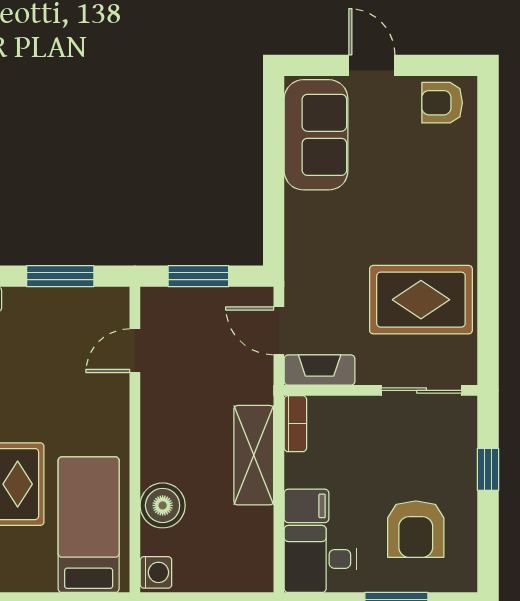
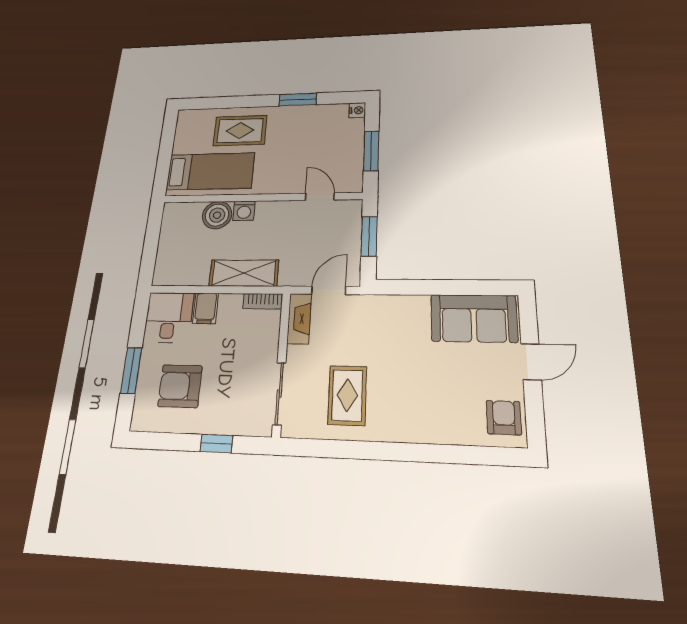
rug: (421, 300) -> (347, 395), width x0.73, depth x0.70
washing machine: (156, 572) -> (244, 211), moved

